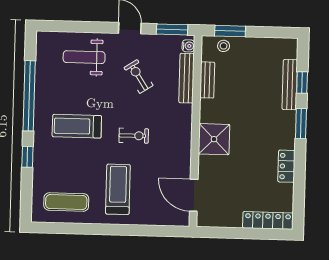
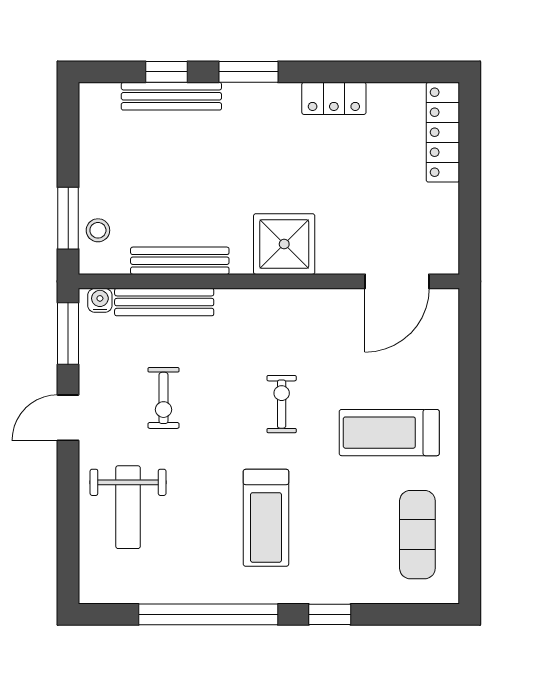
exercise bike: (138, 76) -> (164, 398), turned -57
bench: (207, 80) -> (180, 261), width x1.36

